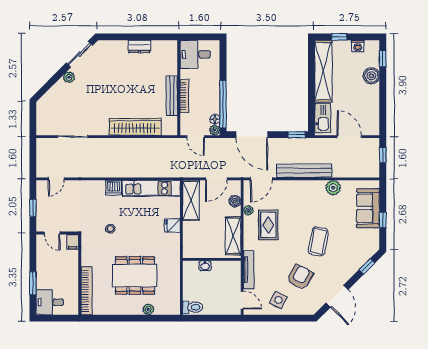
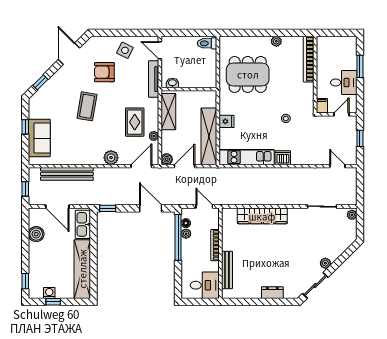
window: (339, 37) -> (53, 302), moved
dresser: (139, 47) -> (272, 293), moved
boiler: (371, 76) -> (36, 234), moved
bench: (172, 96) -> (227, 270), moved
plant: (41, 128) -> (352, 215), added
plant: (215, 130) -> (186, 234), moved
door: (252, 135) -> (151, 208), width x0.73
bench: (304, 171) -> (67, 174), moved
door: (56, 179) -> (337, 166), hinge flipped
plant: (333, 188) -> (111, 158), moved
shelving: (191, 200) -> (209, 136), width x1.47
boiler: (235, 201) -> (167, 159), moved
door: (52, 233) -> (341, 114), hinge flipped
washbasin: (205, 266) -> (172, 83), moved
dining table: (135, 275) -> (248, 74), moved
armchair: (300, 277) -> (104, 72), turned 62
desk: (50, 302) -> (344, 82), moved
plant: (148, 309) -> (276, 41), moved

